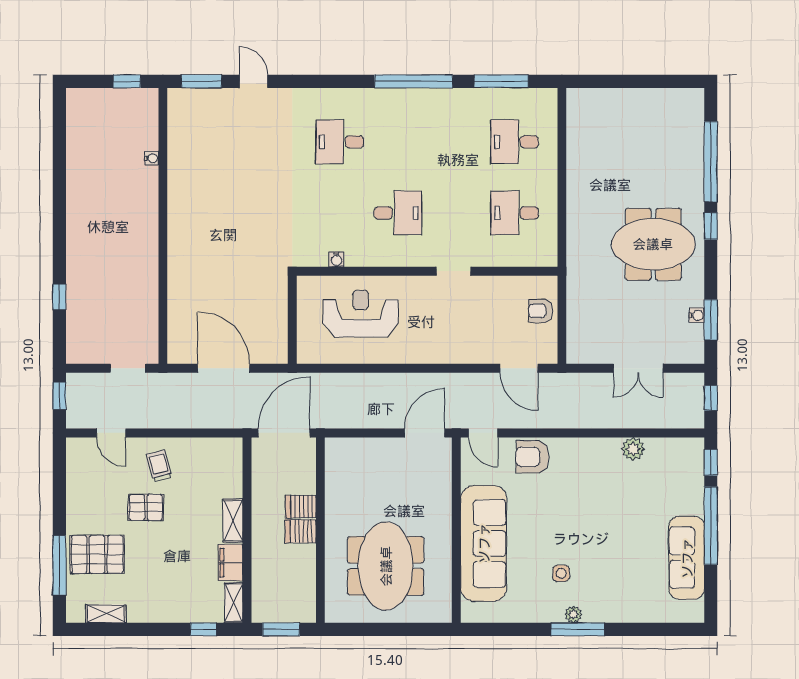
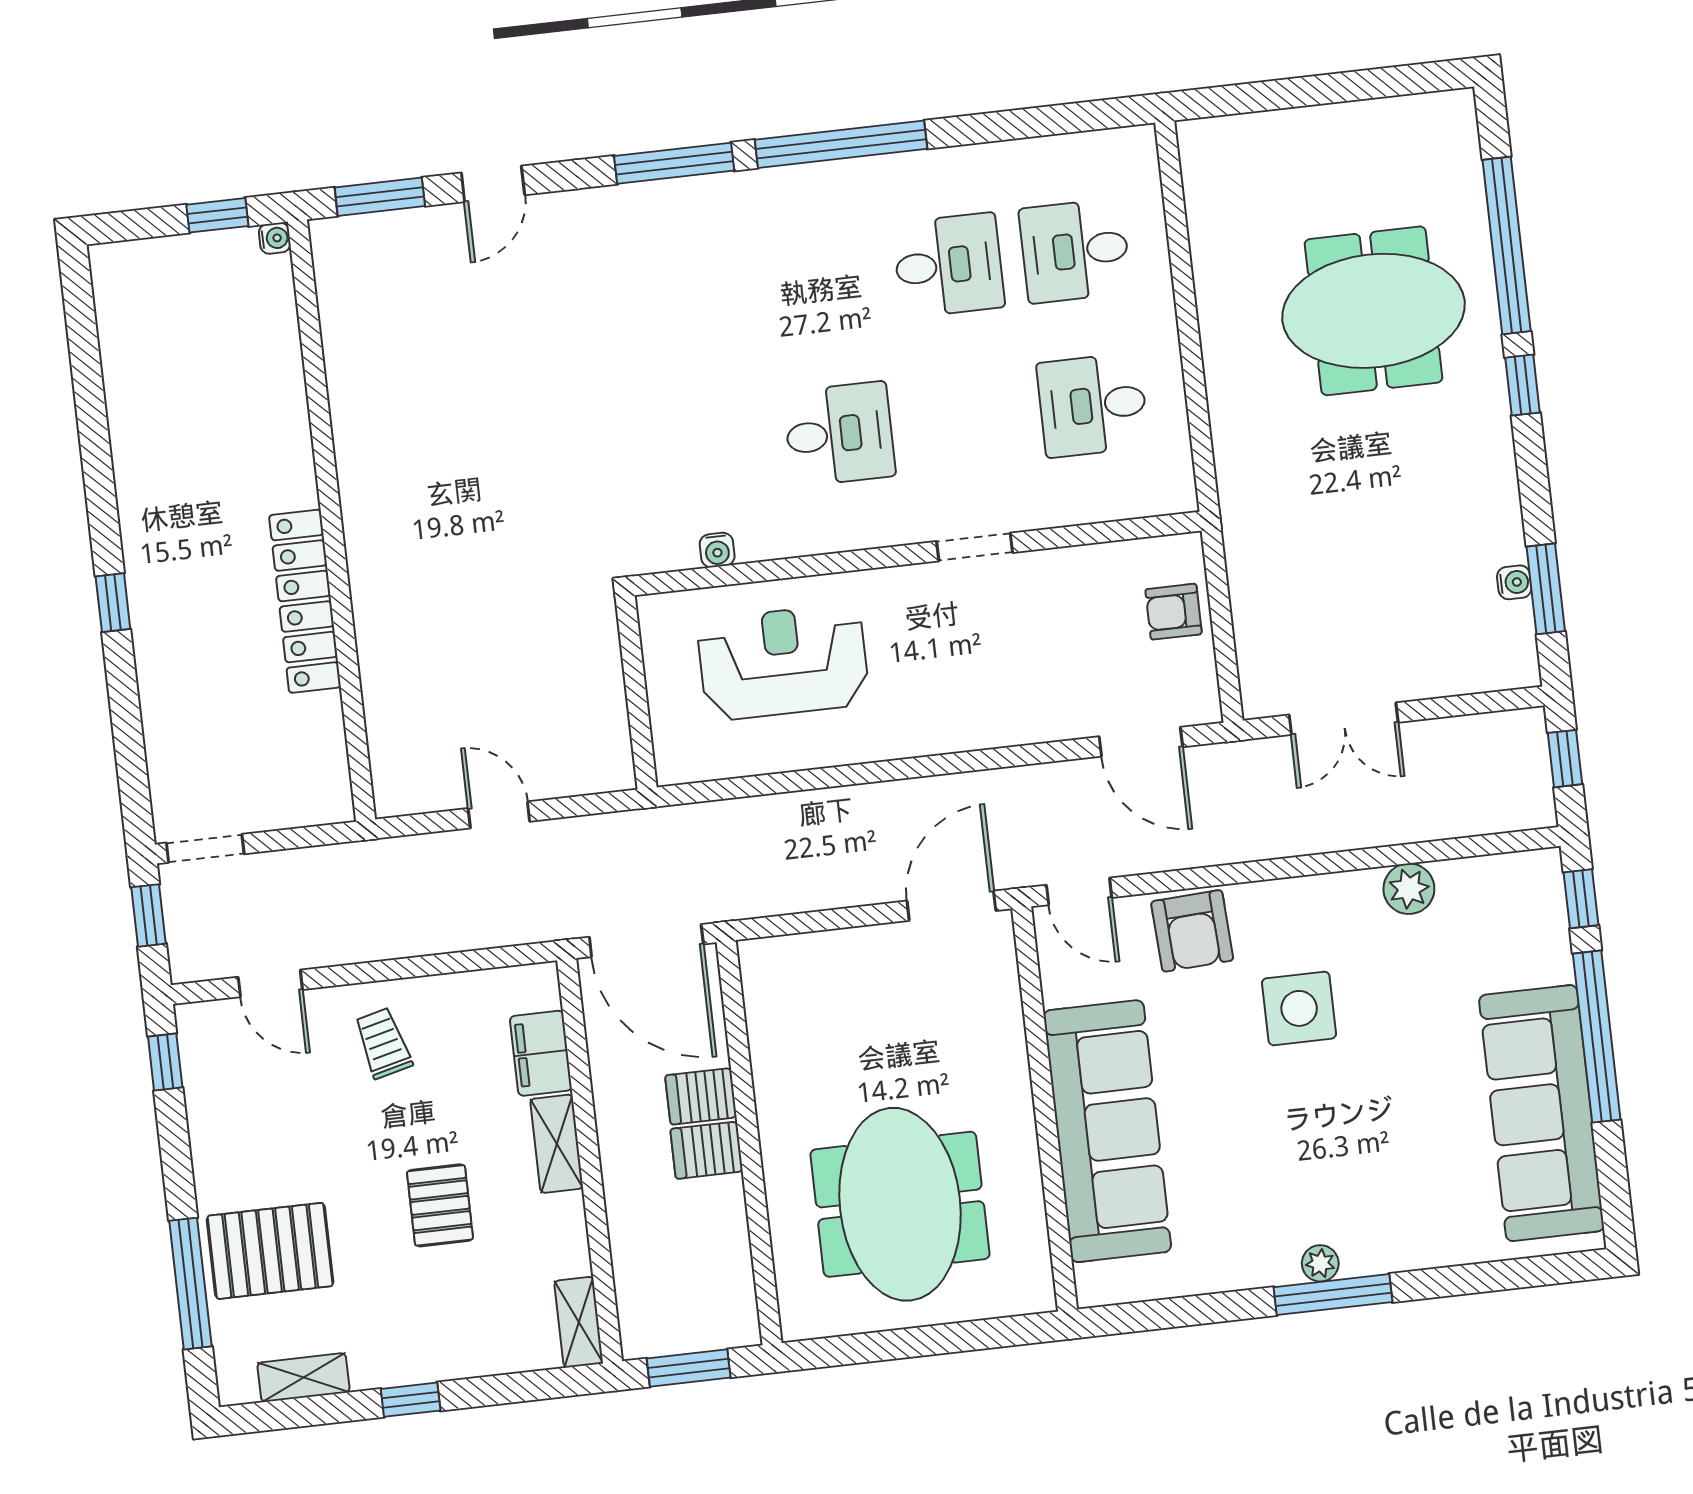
door: (254, 81) -> (493, 184), swing flipped
window: (501, 81) -> (674, 163), moved
desk: (340, 142) -> (948, 265), moved, turned 180
water cooler: (152, 158) -> (275, 238), moved
meeting table: (653, 244) -> (1374, 311), moved
locker: (147, 261) -> (305, 601), added
window: (59, 297) -> (113, 603), moved
doorway: (128, 368) -> (205, 848), moved
door: (224, 368) -> (499, 815), width x0.53
double door: (638, 368) -> (1344, 719), moved
door: (284, 433) -> (646, 941), swing flipped
armchair: (533, 457) -> (1192, 931), turned -93
window: (59, 463) -> (165, 1062), added
pallet: (146, 507) -> (440, 1205), moved, turned 90
sofa: (687, 558) -> (1542, 1113), width x1.36, depth x1.27
filing cabinet: (230, 563) -> (541, 1053), moved
side table: (561, 573) -> (1299, 1008), moved, width x1.87, depth x1.87
window: (203, 629) -> (411, 1400), moved

